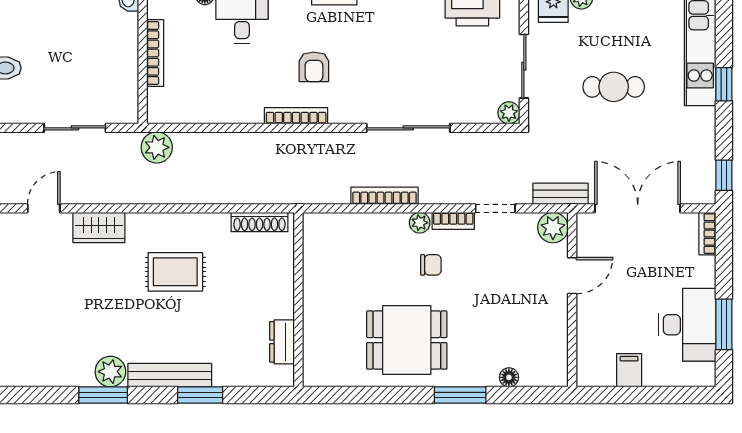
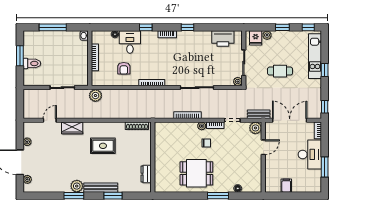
armchair: (314, 67) -> (124, 68), moved
desk: (687, 325) -> (310, 154), moved

